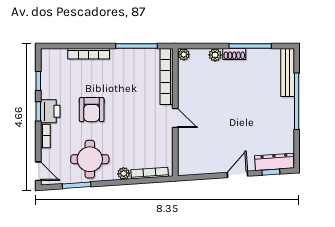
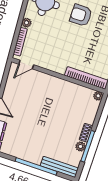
plant: (215, 55) -> (81, 146), moved
door: (175, 118) -> (26, 65), moved

